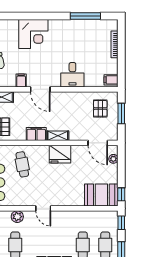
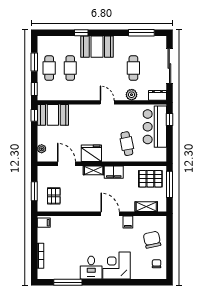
desk: (72, 75) -> (91, 268), moved, turned 180
door: (98, 143) -> (66, 164), moved

